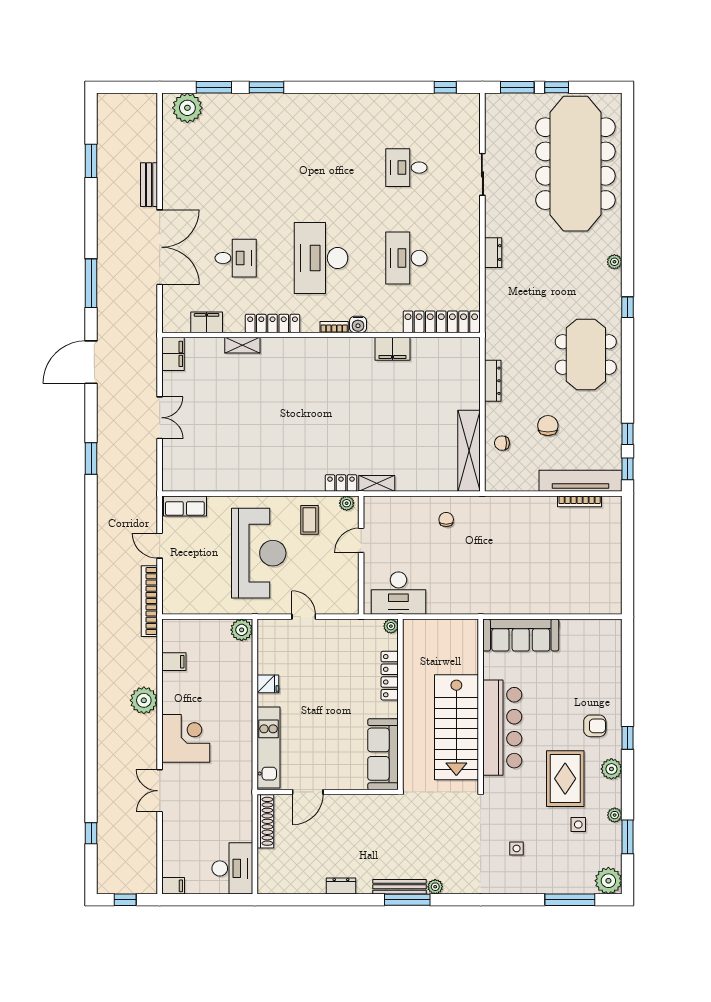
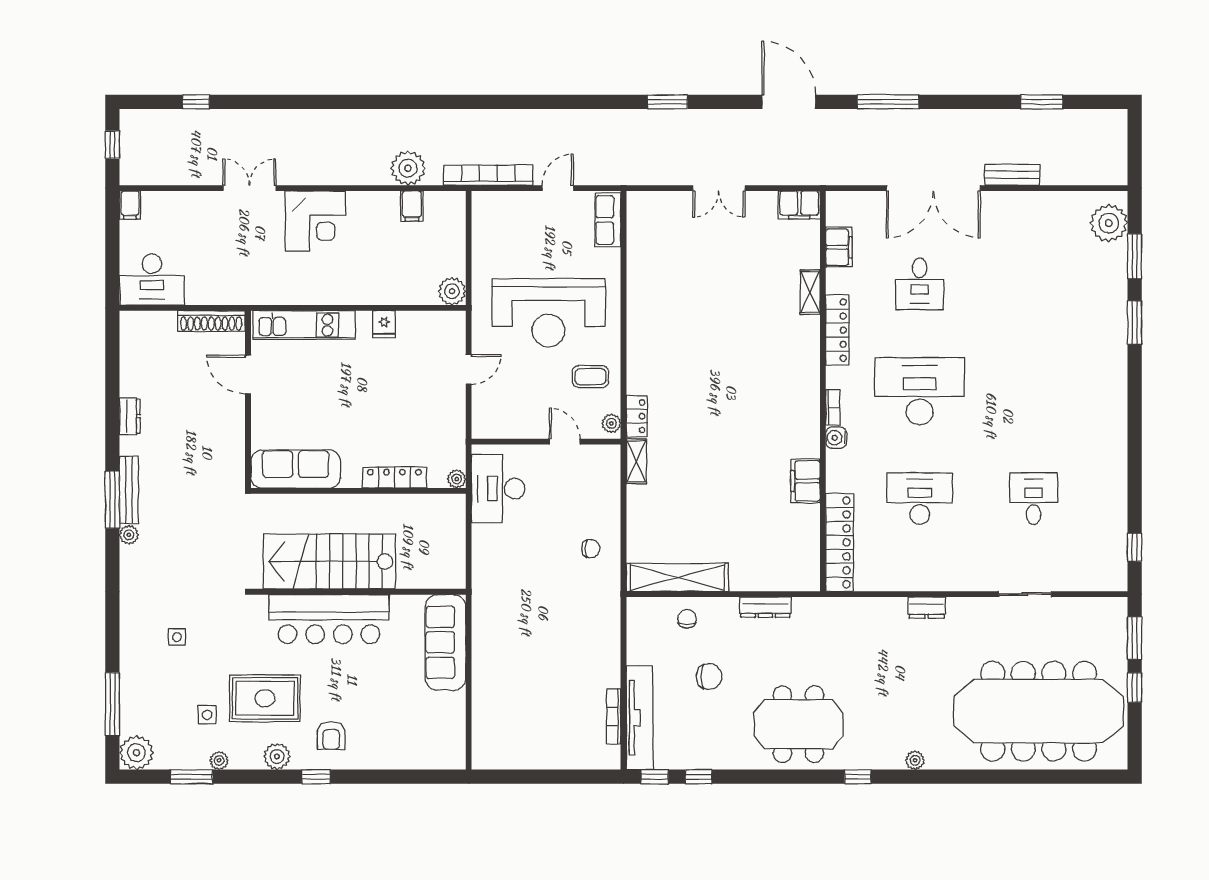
plant: (144, 700) -> (408, 168), moved

